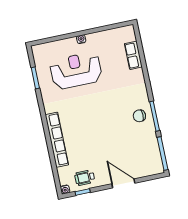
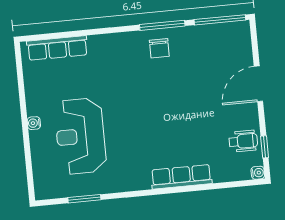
row of seats: (133, 55) -> (57, 48), width x1.48
row of seats: (57, 140) -> (181, 177), width x0.73
wheelchair: (85, 178) -> (243, 141), turned -90

